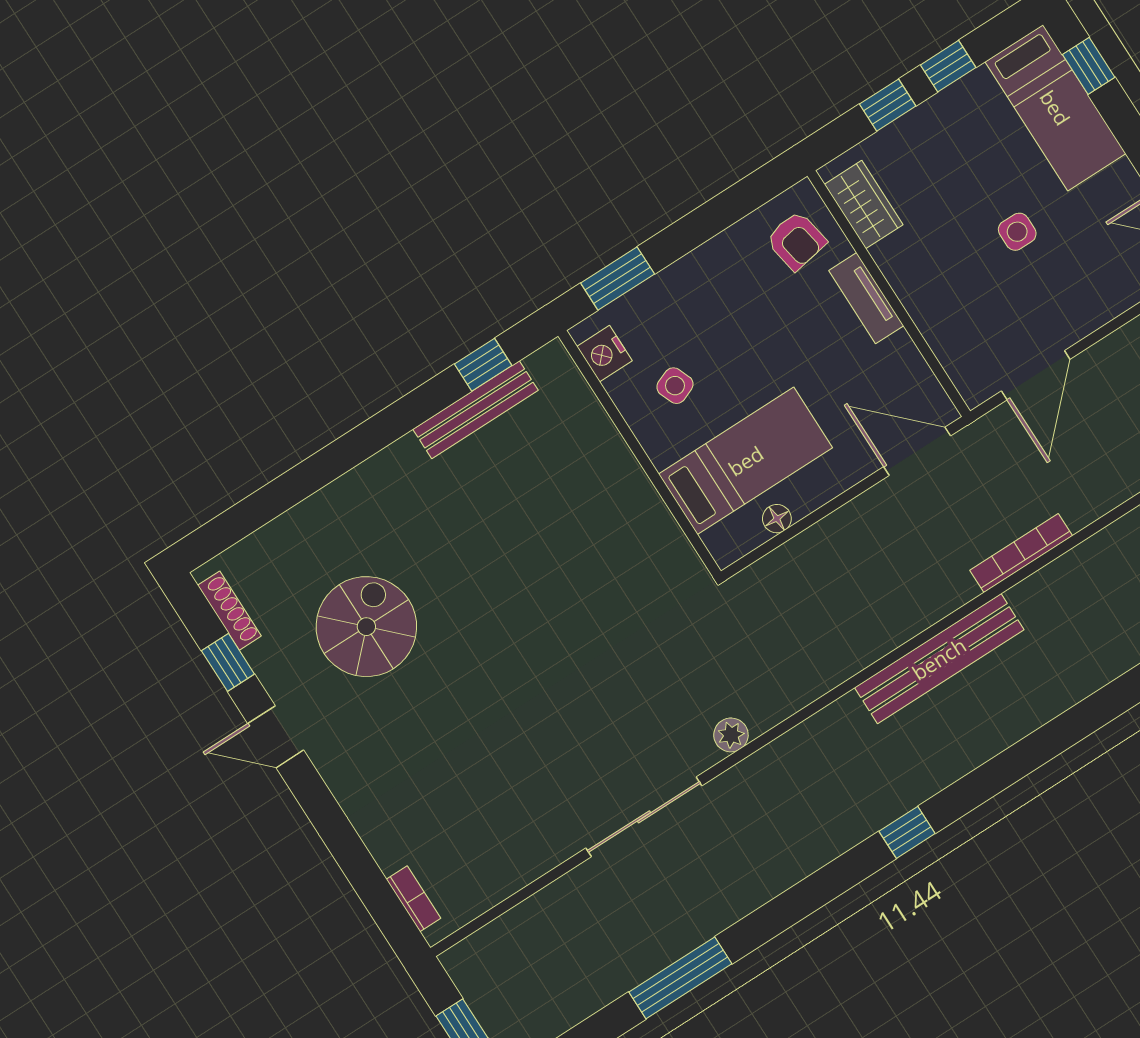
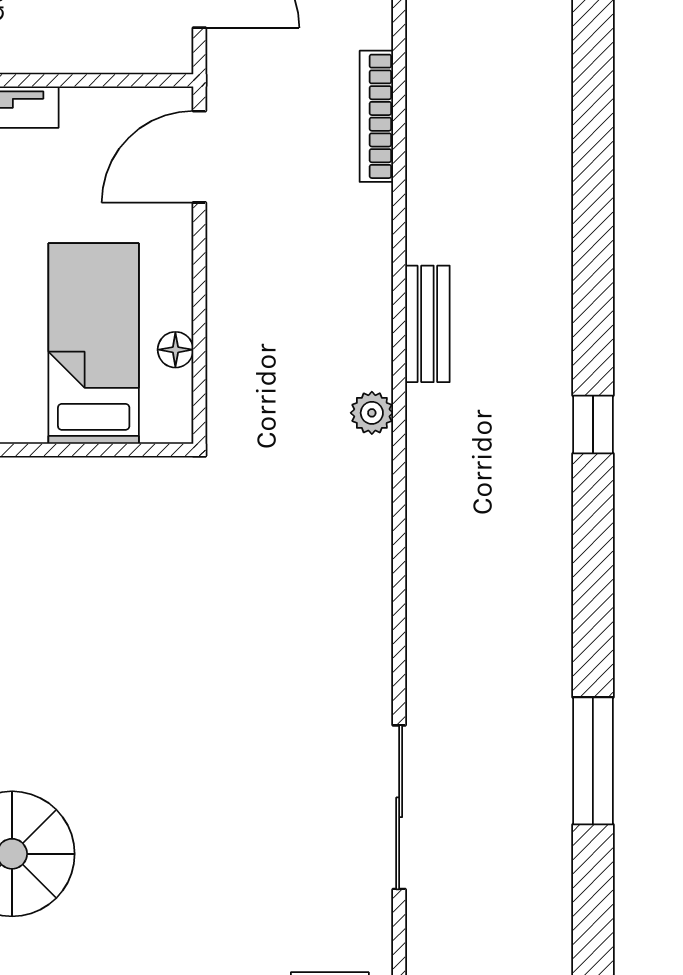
bench: (939, 659) -> (427, 324), width x0.54, depth x0.82
plant: (731, 735) -> (372, 413), moved
sliding door: (644, 817) -> (399, 807), moved

